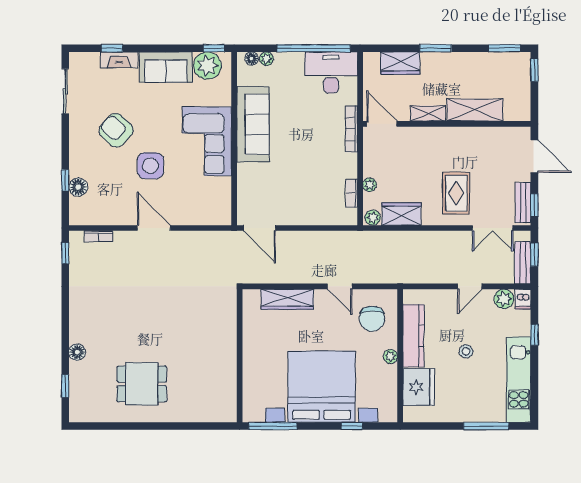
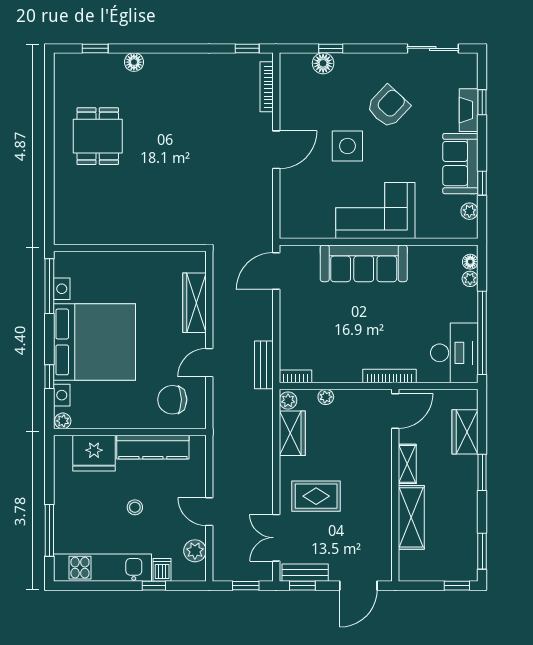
window: (214, 48) -> (482, 183), moved
plant: (207, 66) -> (469, 211), width x0.53, depth x0.53
sofa: (253, 124) -> (364, 263), moved
bookcase: (352, 193) -> (295, 376), moved
bookcase: (99, 236) -> (267, 87), width x1.56
bench: (523, 263) -> (264, 365), moved, turned 90
dishwasher: (523, 299) -> (162, 570), moved, turned 90
plant: (391, 356) -> (63, 421), moved

